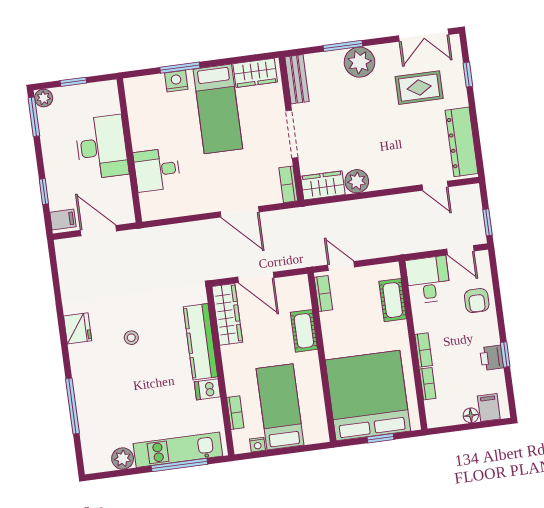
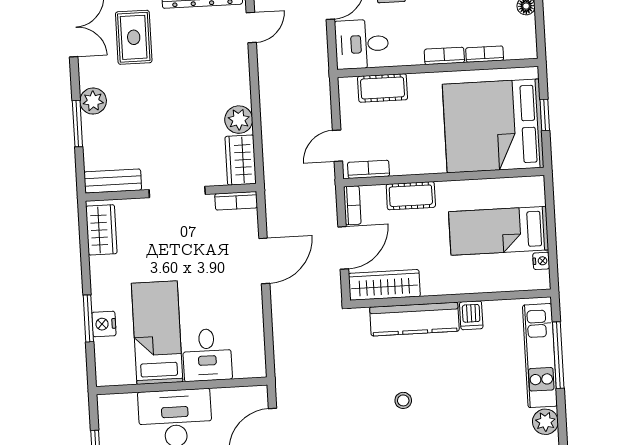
plant: (359, 62) -> (93, 101), width x0.73, depth x0.73
bed: (218, 109) -> (157, 333), moved, turned -90
bookcase: (235, 413) -> (352, 205), moved, turned 90

